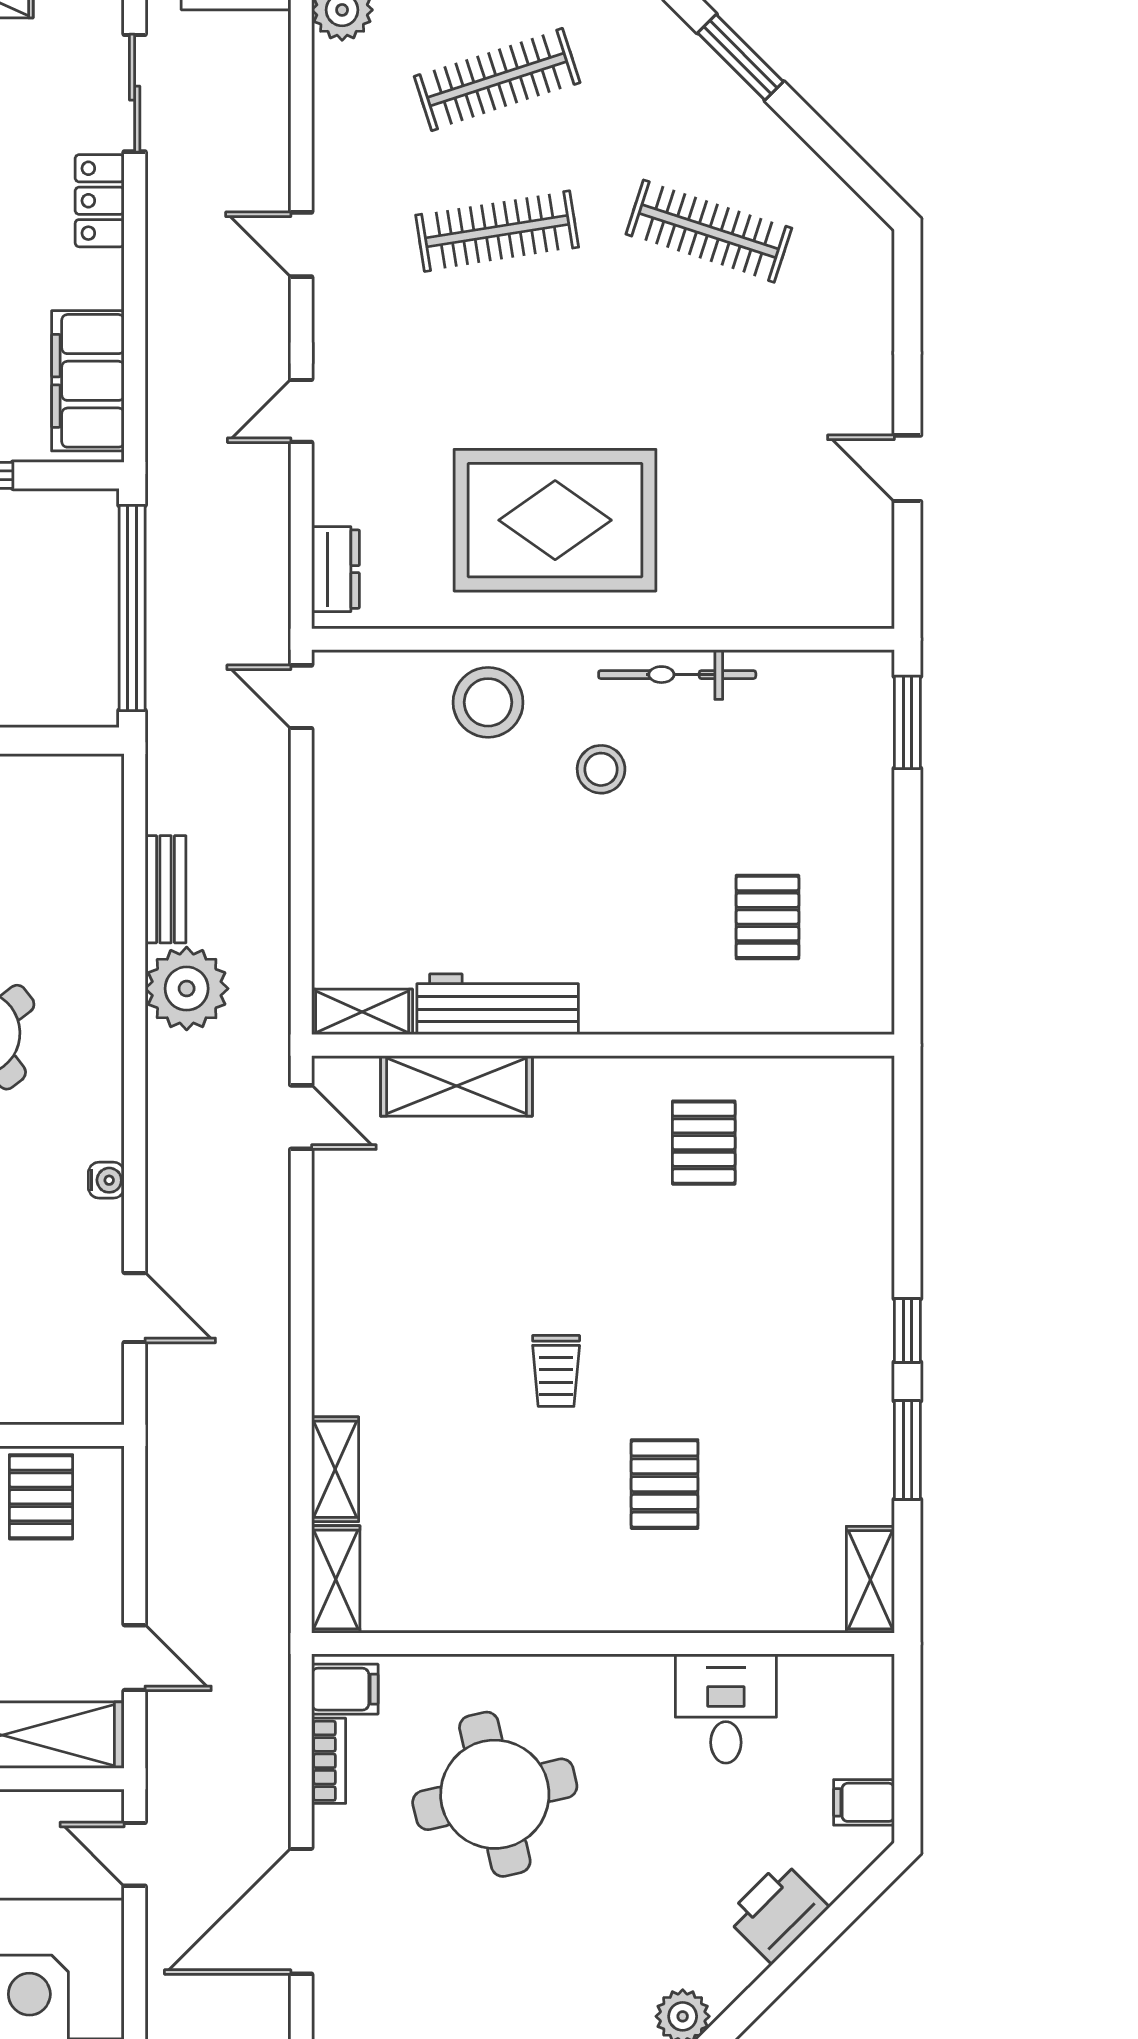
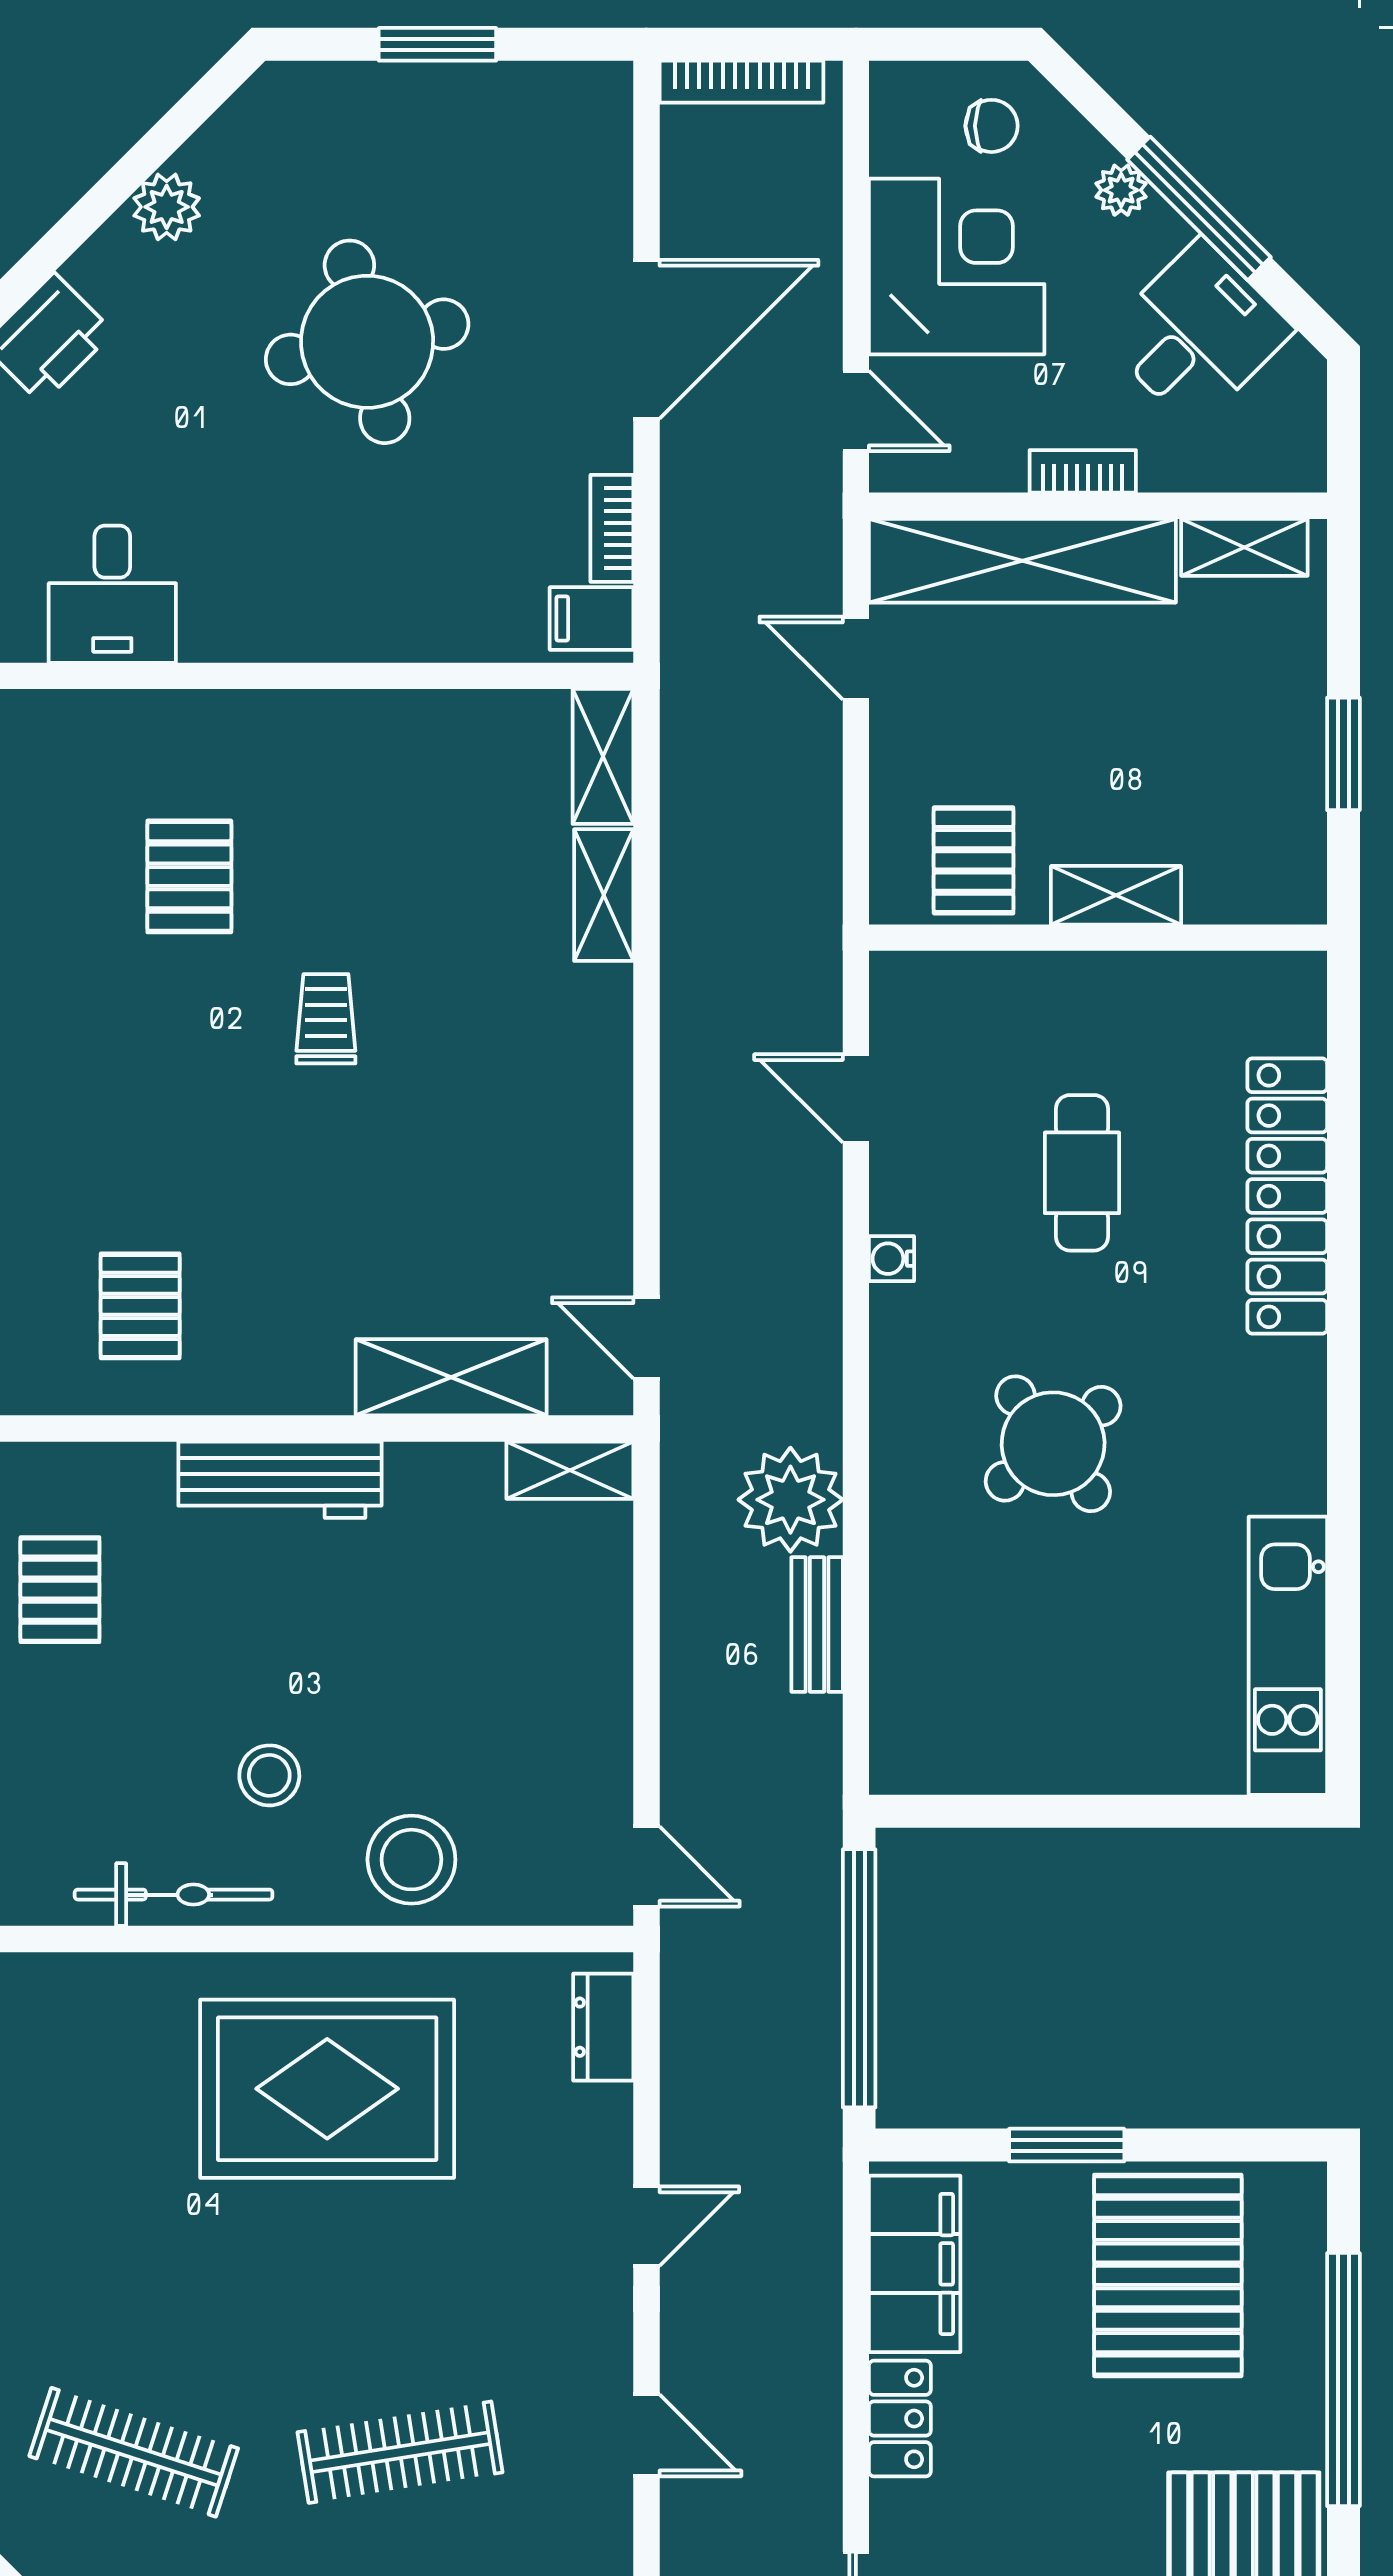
locker: (100, 201) -> (900, 2419), moved
workbench: (498, 1004) -> (280, 1480), moved
round table: (495, 1794) -> (367, 342), moved

